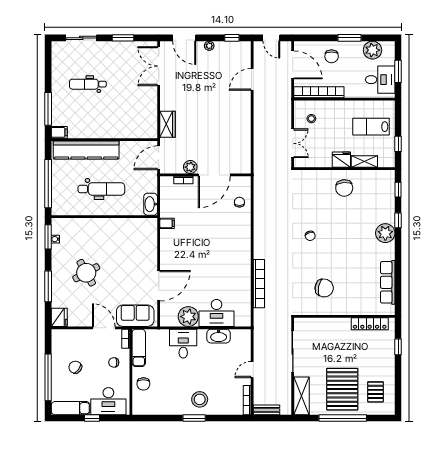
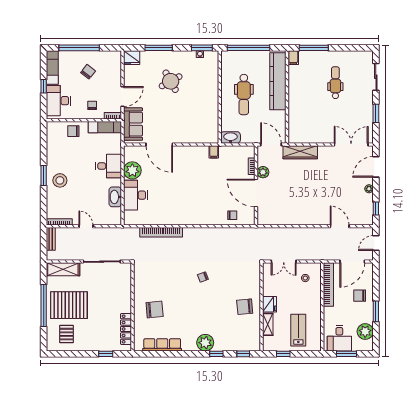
wardrobe: (168, 124) -> (300, 152), width x1.50
chair: (324, 288) -> (155, 309), moved, turned -105
pallet: (376, 392) -> (66, 334), turned 90

